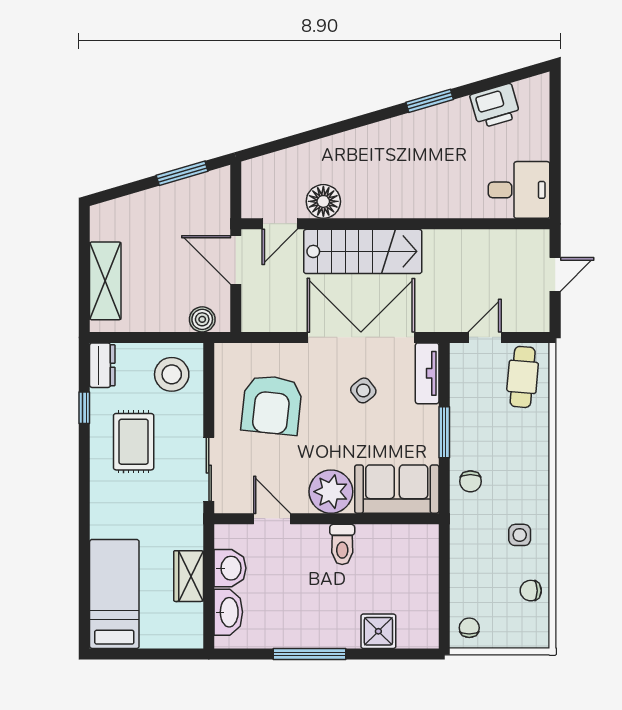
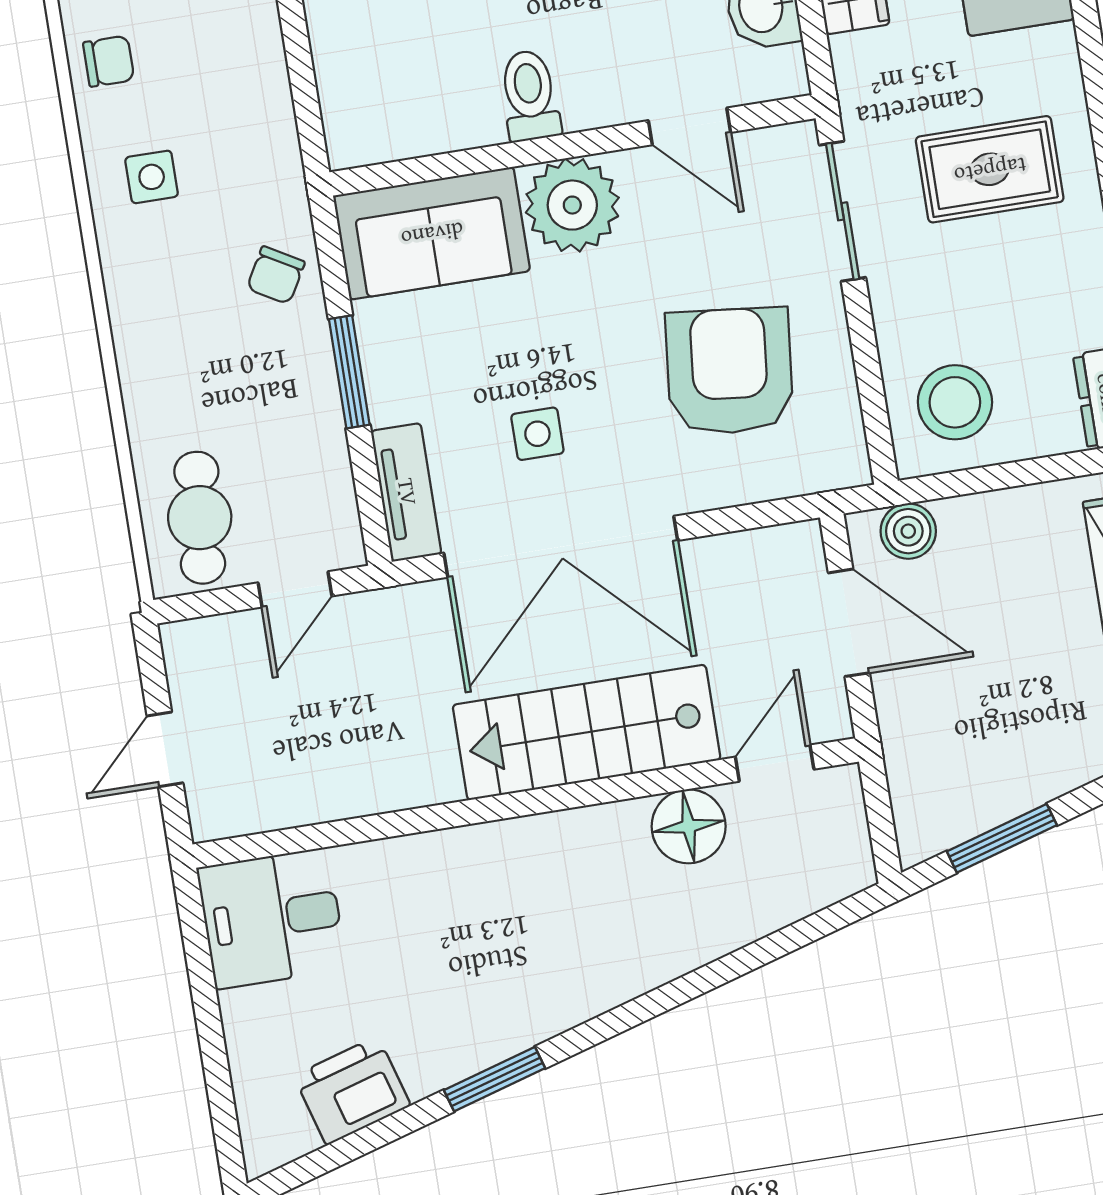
door: (236, 260) -> (849, 623), moved
side table: (363, 390) -> (537, 434), turned 38
rug: (134, 442) -> (990, 169), moved, turned 90
chair: (470, 481) -> (276, 275), turned -150

